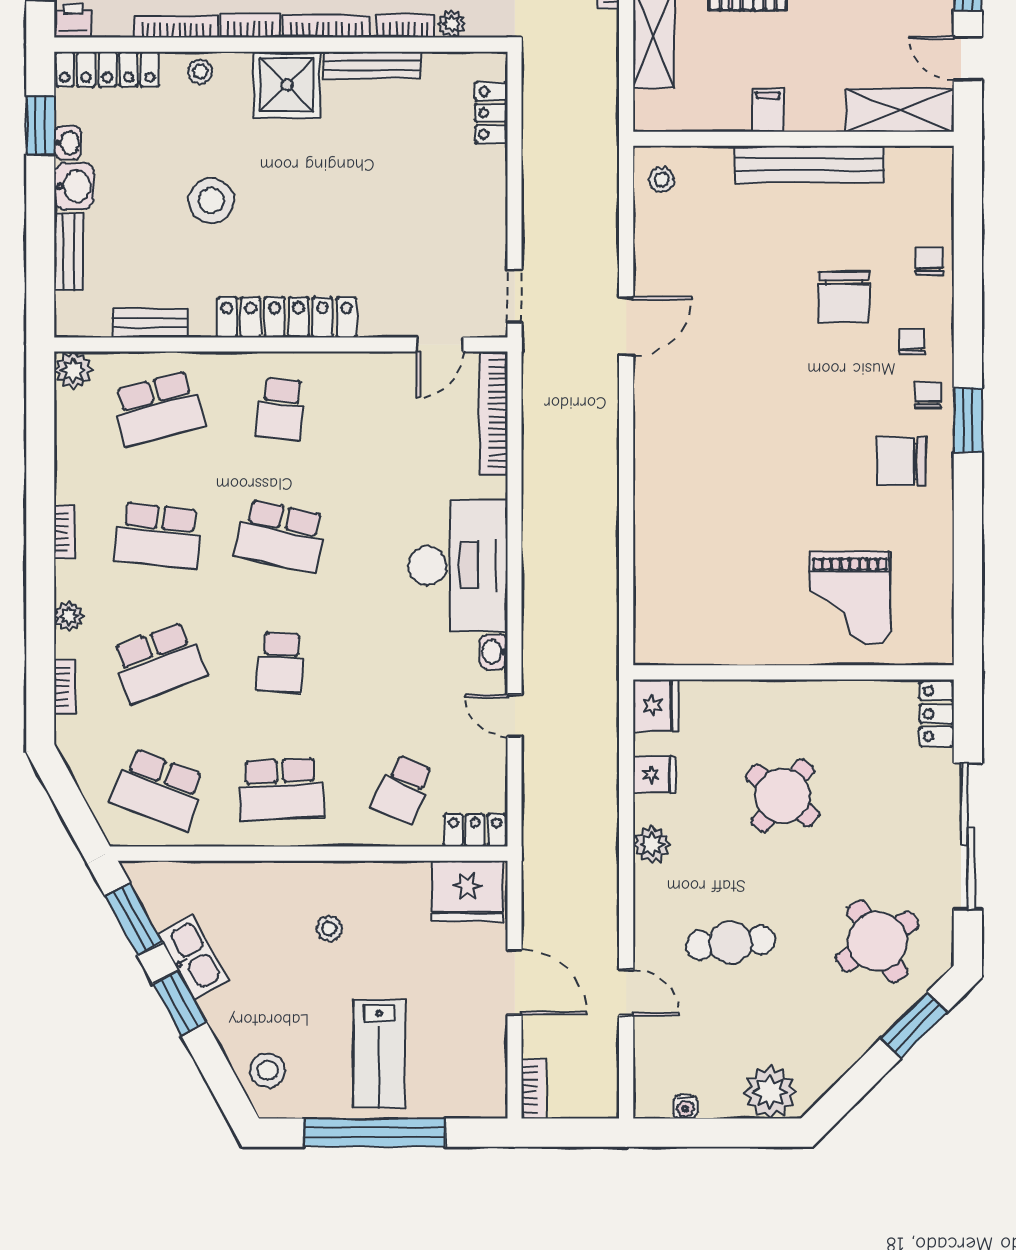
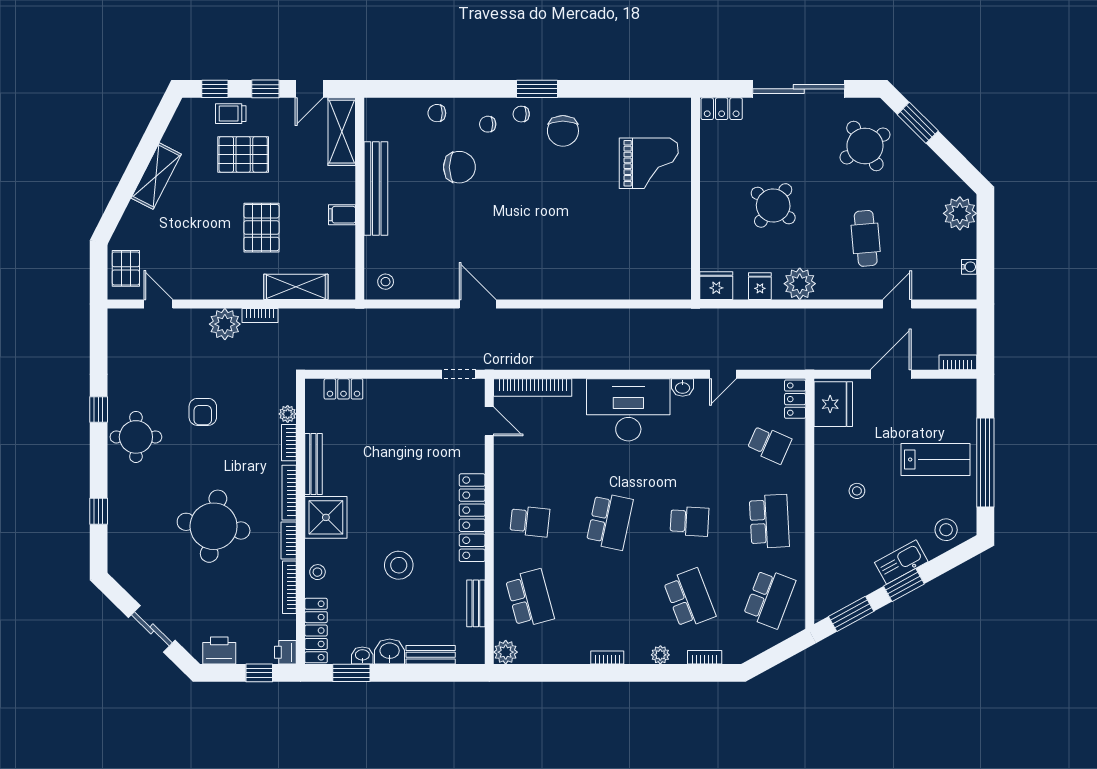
school desk: (158, 536) -> (610, 598), removed
plant: (652, 845) -> (800, 284), width x1.36, depth x1.36
kitchen sink: (193, 957) -> (901, 562), moved

